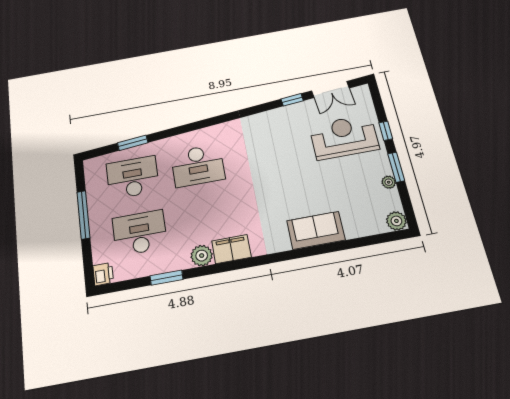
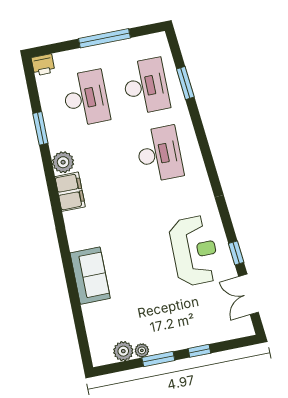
reception desk: (344, 137) -> (194, 251), moved
desk: (198, 166) -> (159, 154), turned 180
plant: (396, 221) -> (123, 351), moved

